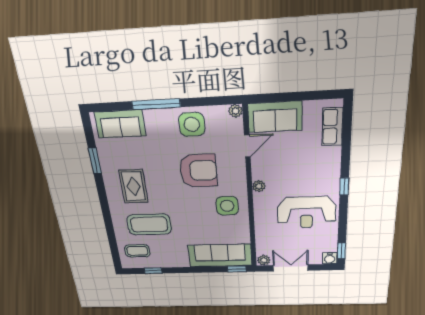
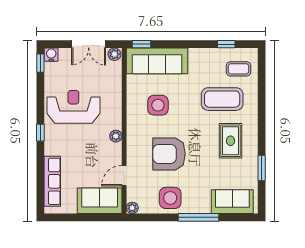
row of seats: (332, 127) -> (52, 181), width x1.48
side table: (227, 206) -> (158, 105), moved

